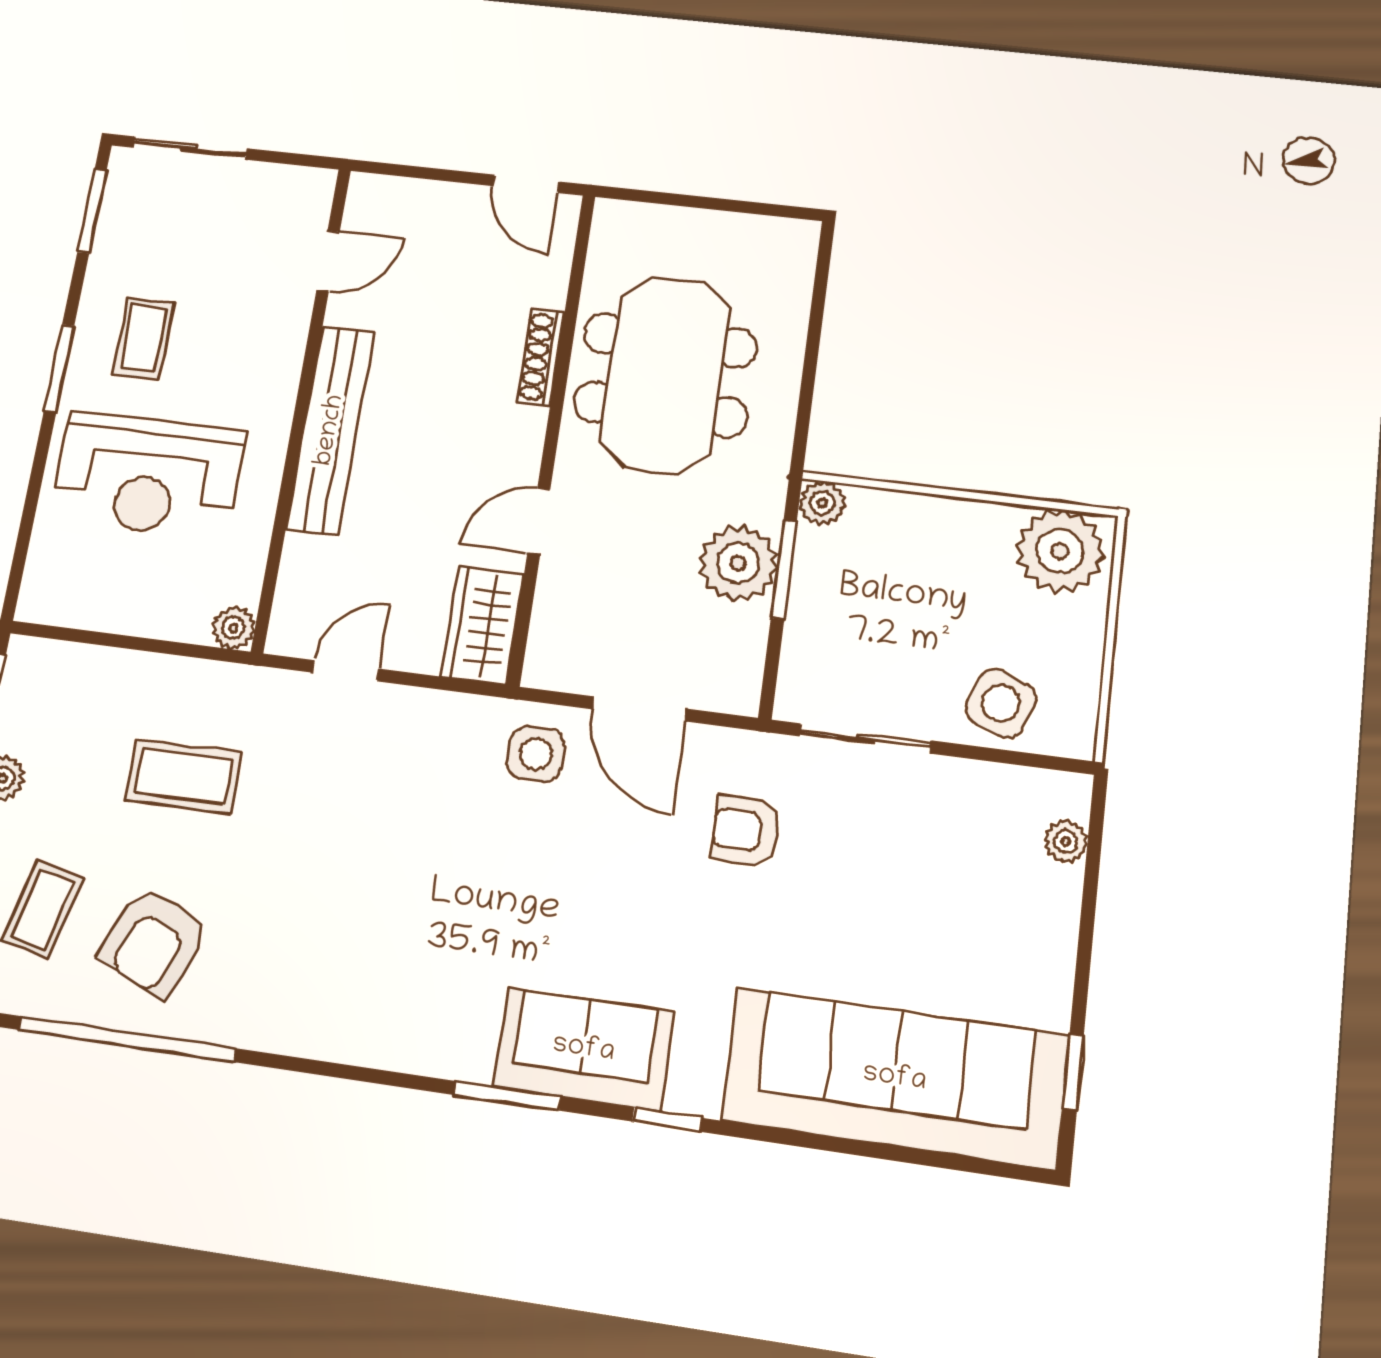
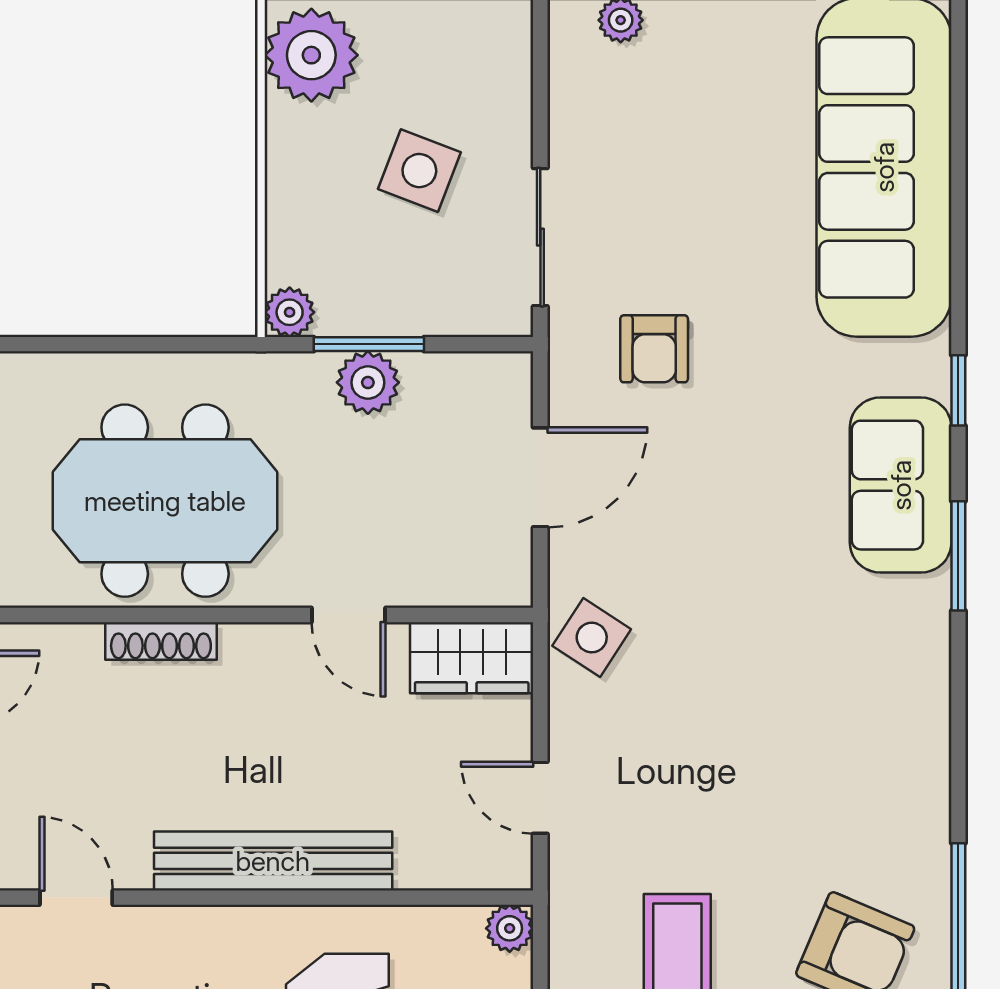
plant: (738, 563) -> (368, 382), width x0.73, depth x0.73
side table: (1001, 703) -> (419, 171), moved
side table: (536, 754) -> (592, 637), moved, turned 33

